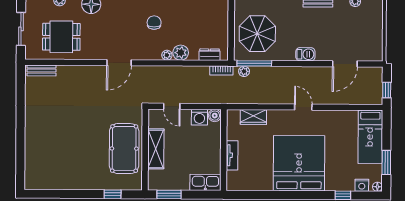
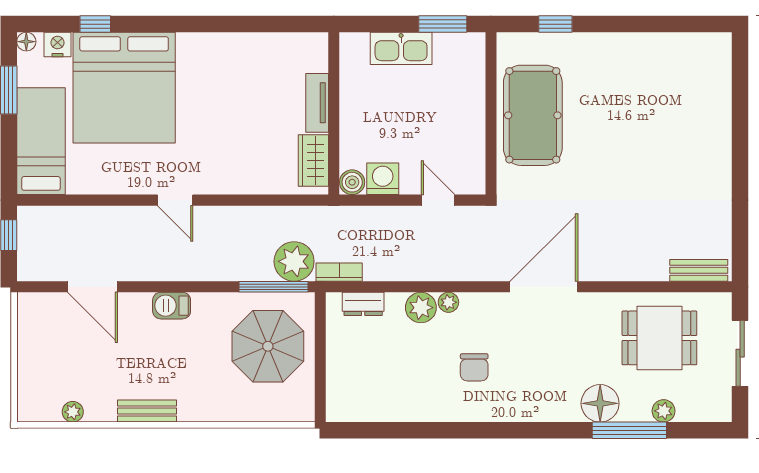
door: (119, 63) -> (544, 287), width x1.36
door: (345, 64) -> (93, 287), swing flipped
plant: (244, 71) -> (294, 261), width x1.88, depth x1.88
wardrobe: (253, 117) -> (313, 160), moved, turned -90
shelving: (156, 149) -> (470, 115), removed
bed: (299, 163) -> (124, 88), moved
kitchen sink: (205, 182) -> (401, 48), moved

